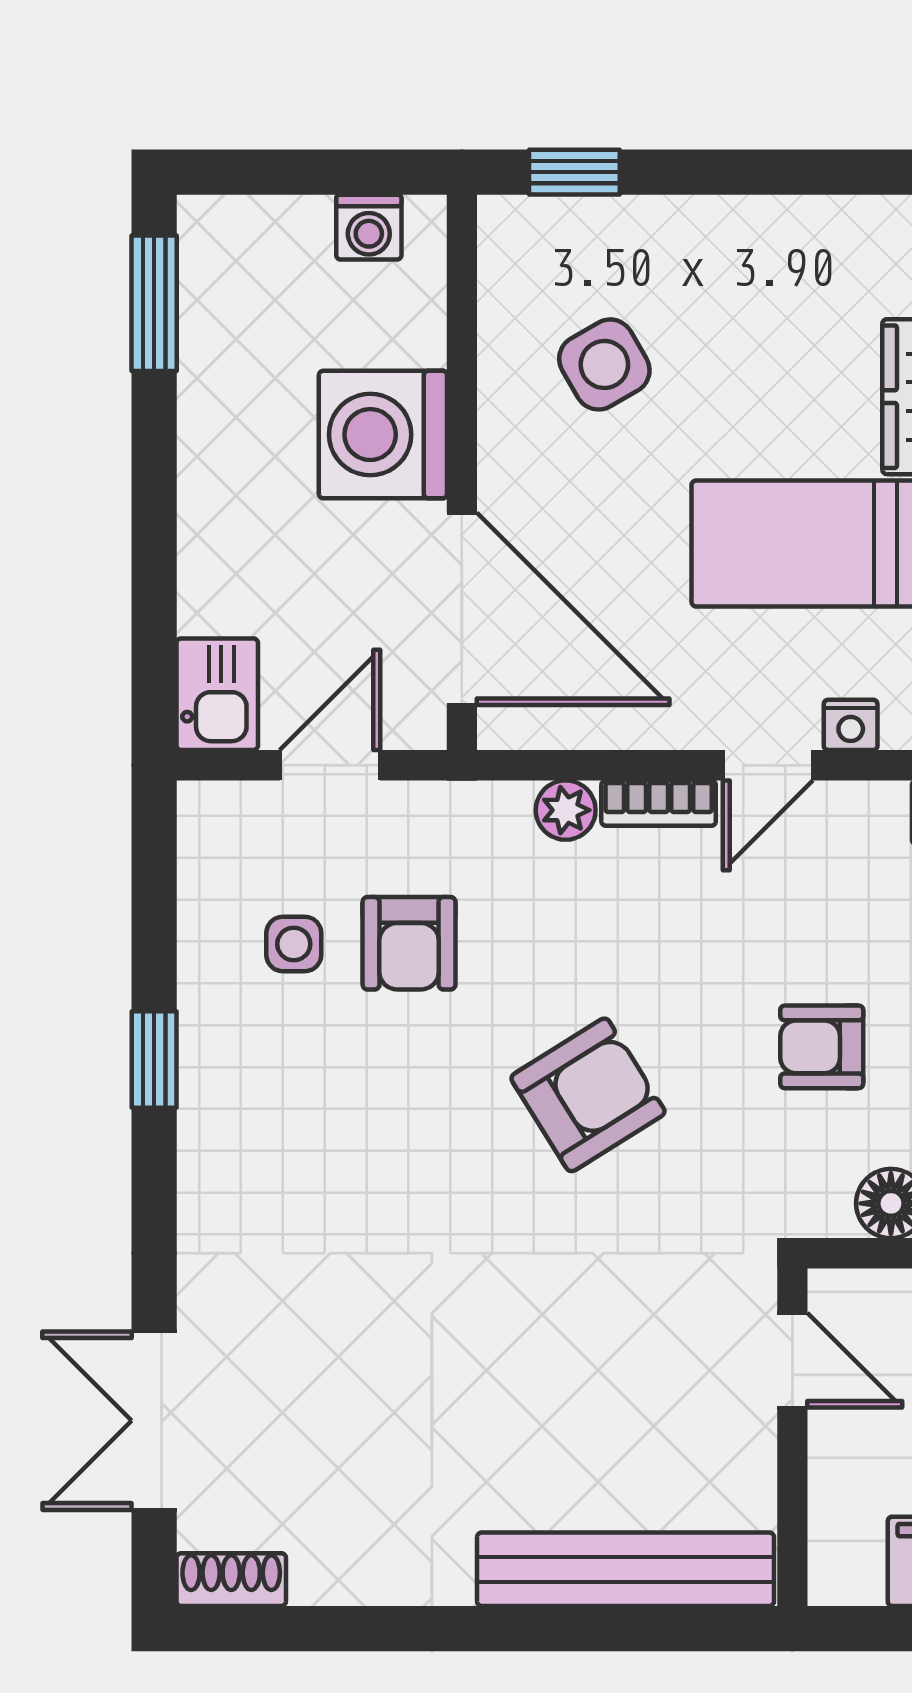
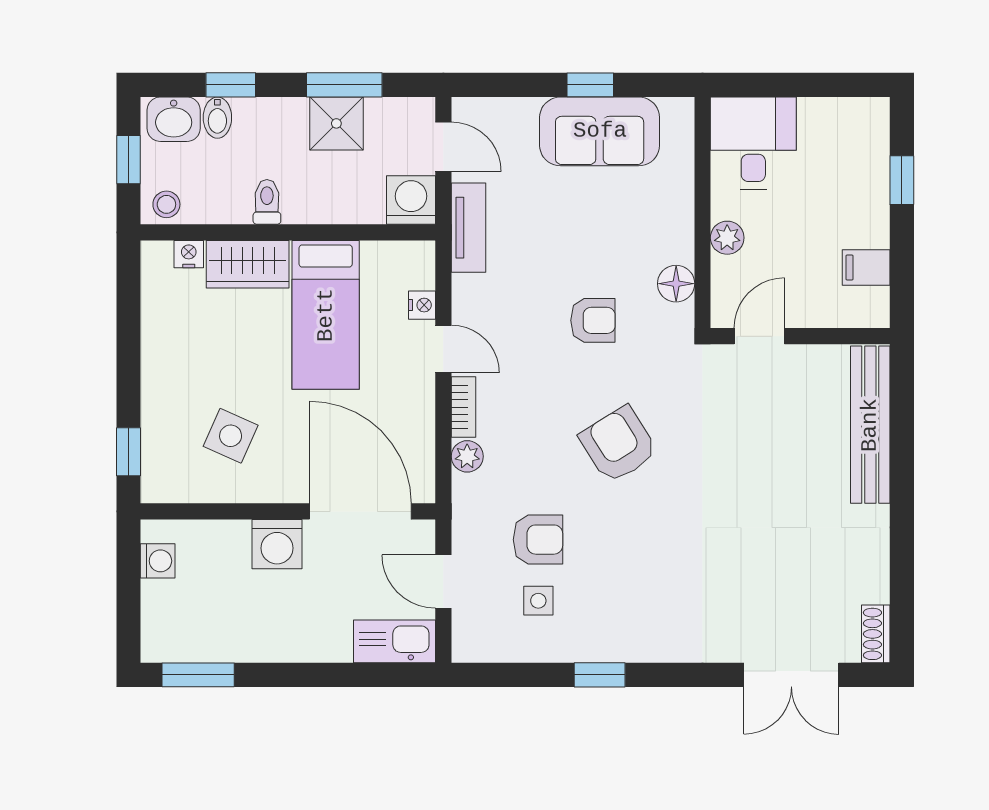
side table: (604, 364) -> (231, 436), turned -36
washing machine: (383, 435) -> (277, 544), width x0.73, depth x0.73
door: (462, 609) -> (360, 511), hinge flipped
kitchen sink: (217, 694) -> (395, 641), width x1.38
armchair: (822, 1047) -> (593, 320), turned -90

